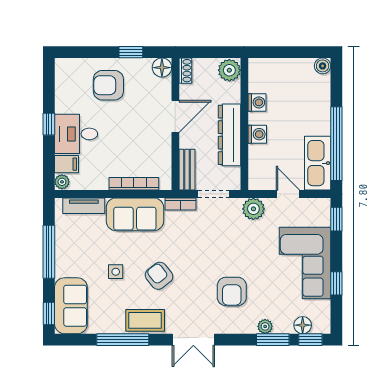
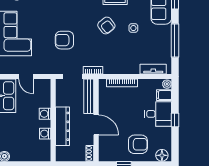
floor lamp: (162, 68) -> (162, 155), moved
plant: (229, 70) -> (63, 154), removed
door: (175, 116) -> (96, 125), swing flipped
dresser: (229, 135) -> (62, 126), moved
bench: (187, 170) -> (89, 96), width x1.36
plant: (253, 209) -> (47, 67), removed
sofa: (135, 214) -> (121, 64), removed
armchair: (232, 291) -> (64, 40), moved, turned -90

